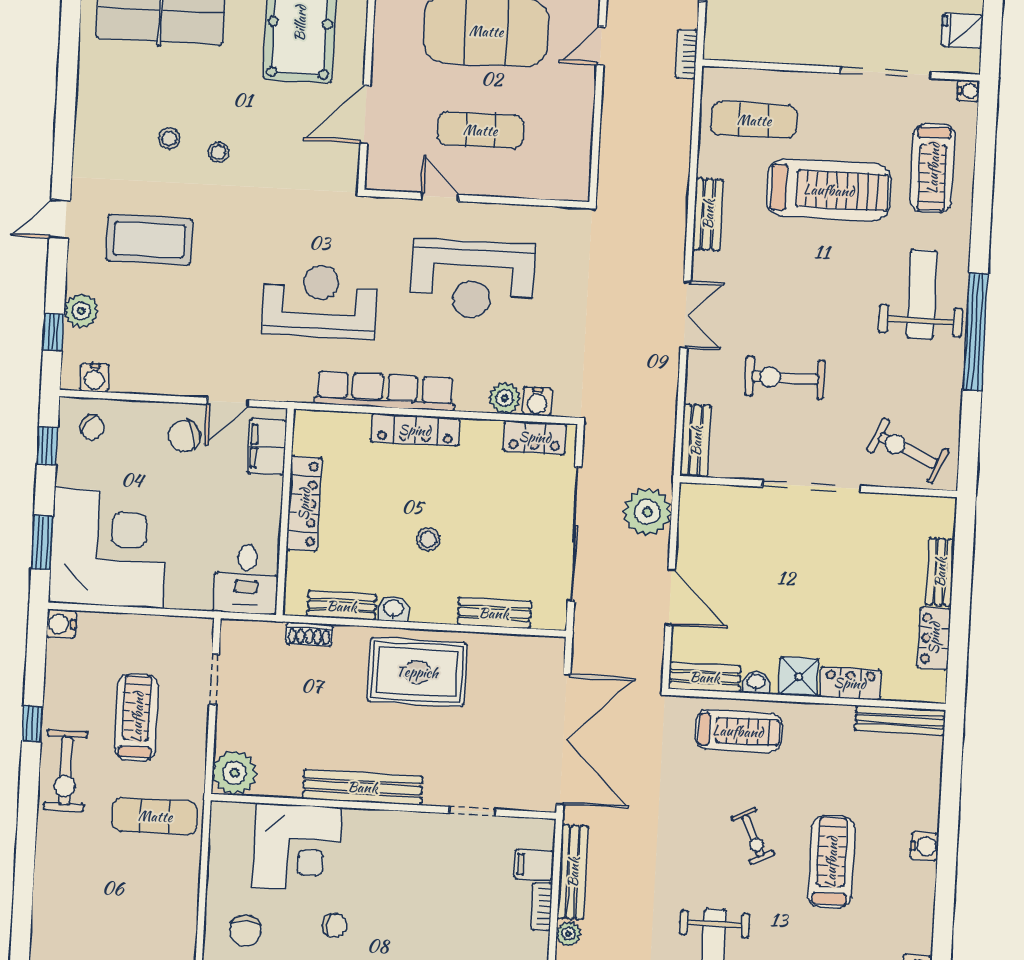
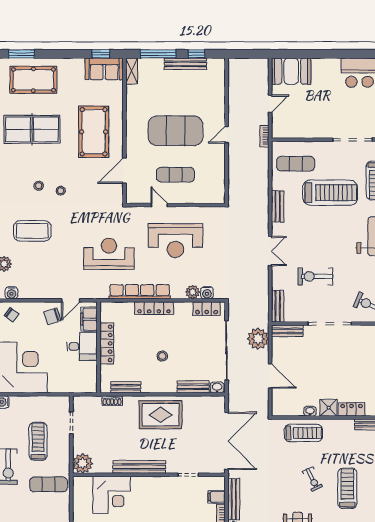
desk: (246, 579) -> (82, 346), moved, turned -90
washbasin: (393, 609) -> (217, 387), moved
bench: (705, 677) -> (287, 331), moved

